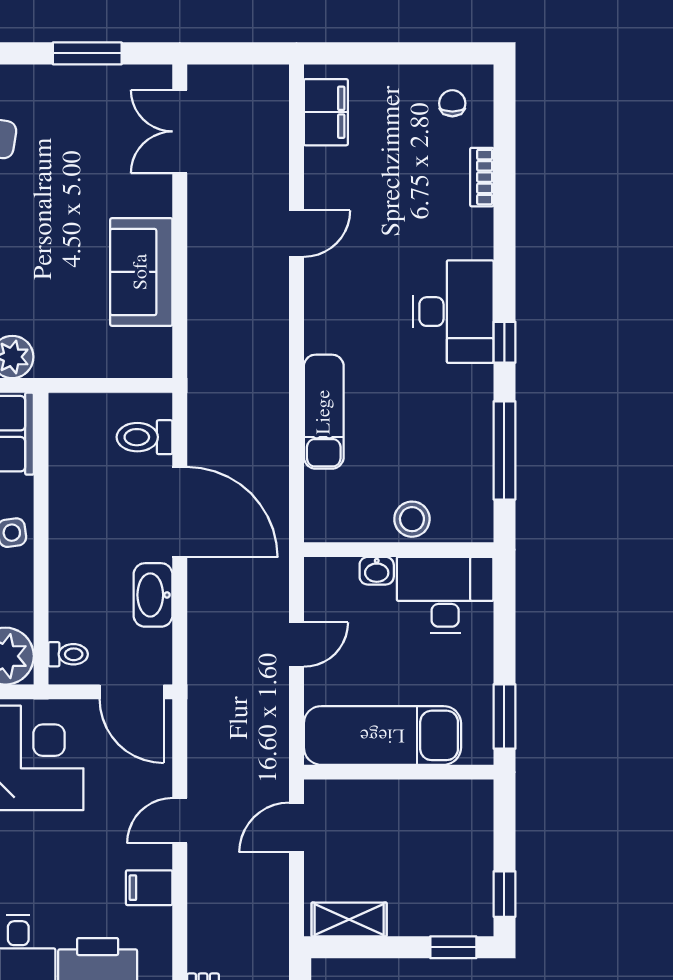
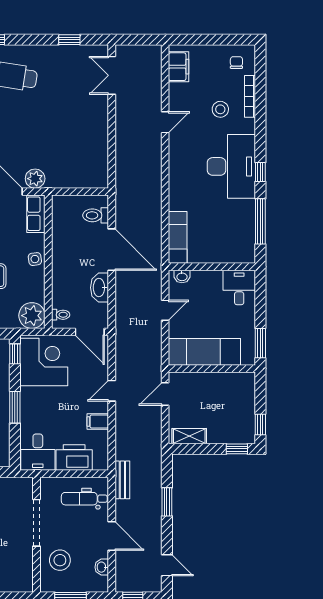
window: (87, 53) -> (69, 40), width x0.67
bookcase: (482, 177) -> (250, 96), width x1.56
sofa: (141, 272) -> (94, 140), removed
desk: (453, 312) -> (231, 166), width x1.36, depth x1.30
exam couch: (324, 412) -> (178, 237), moved
stool: (412, 519) -> (220, 109), moved
washbasin: (377, 571) -> (182, 276), moved
desk: (445, 595) -> (239, 287), width x0.73

